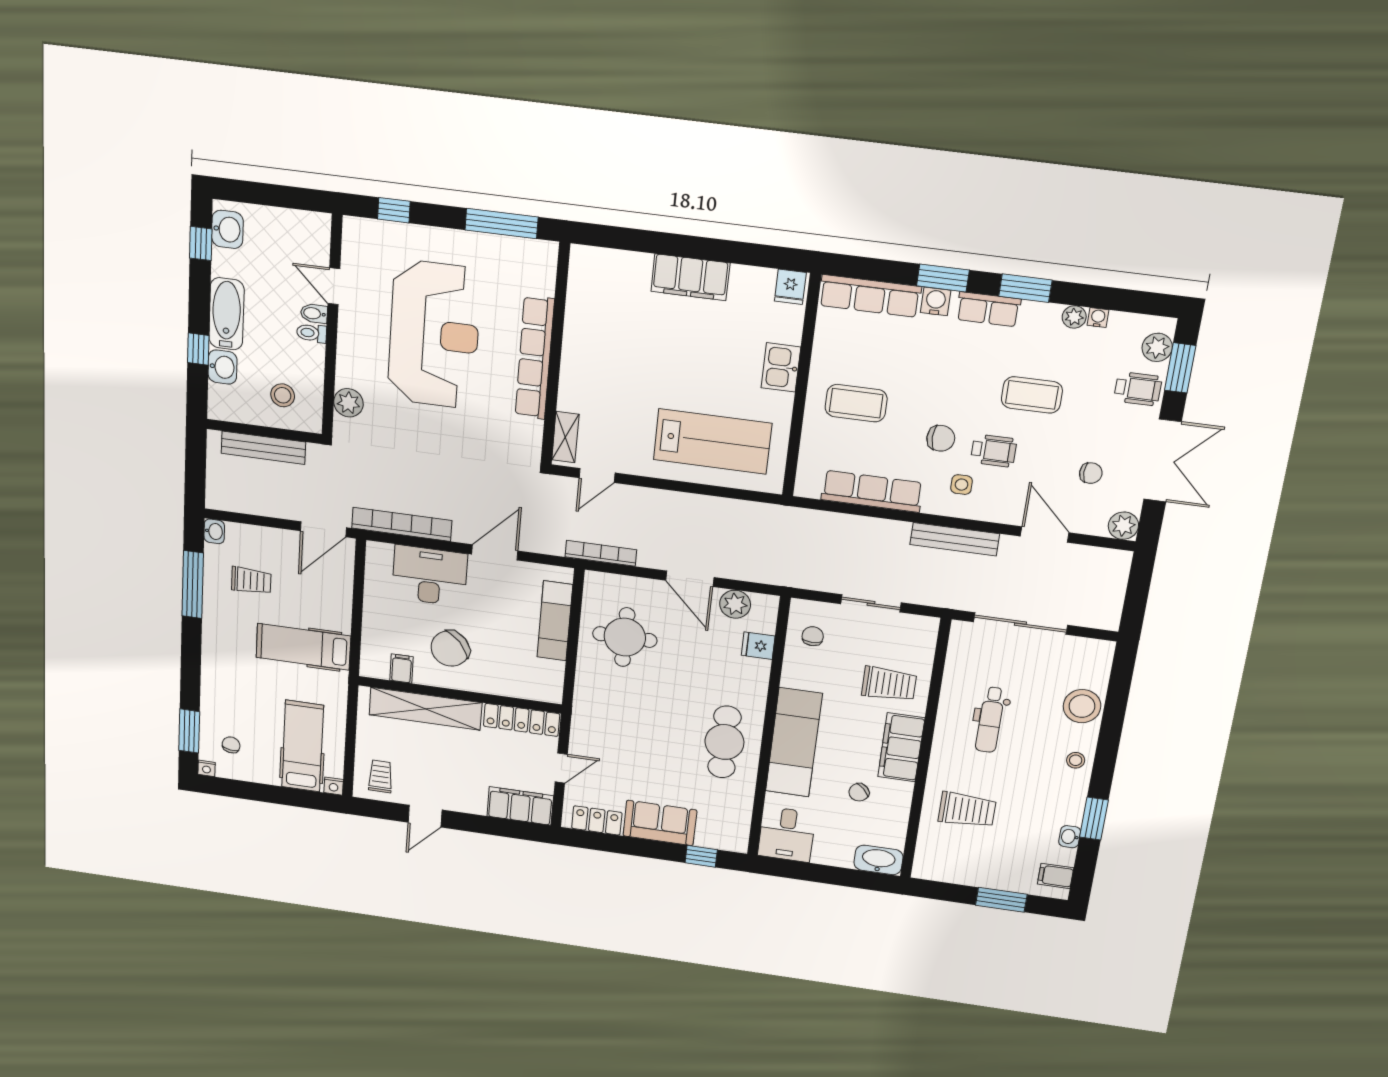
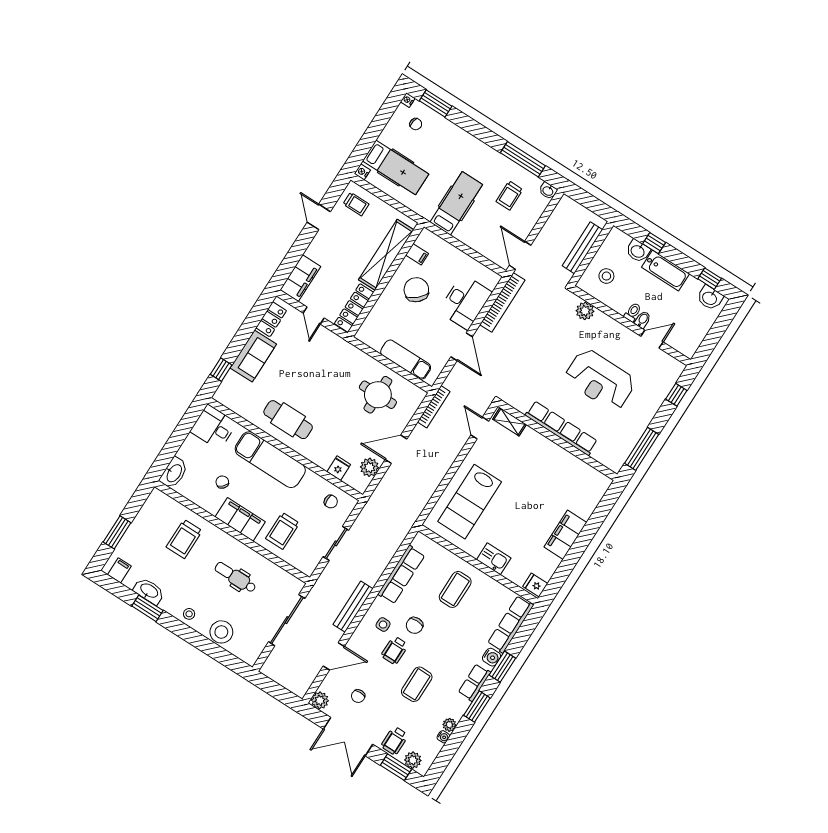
reception desk: (434, 335) -> (600, 380), width x0.74, depth x0.77
washbasin: (1070, 837) -> (149, 591), width x1.91, depth x1.45

